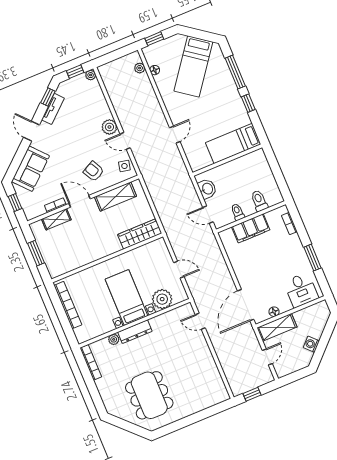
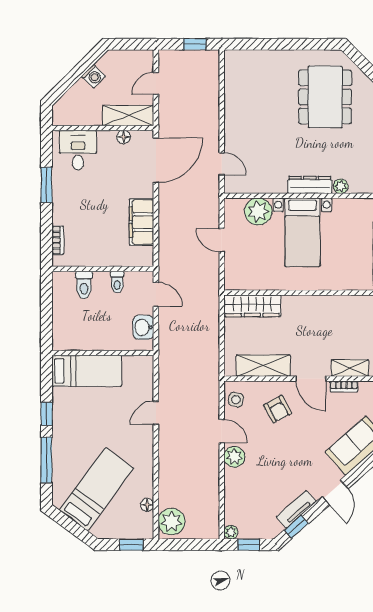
plant: (140, 68) -> (171, 522), width x1.88, depth x1.88
filing cabinet: (251, 228) -> (141, 222), moved, turned -90

